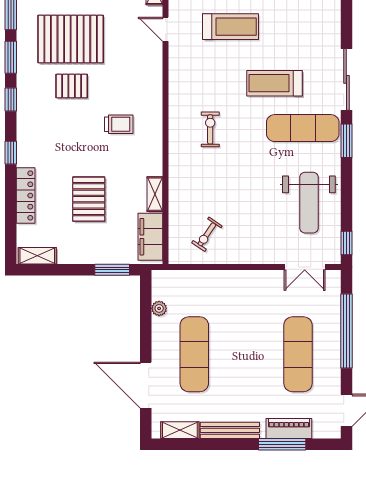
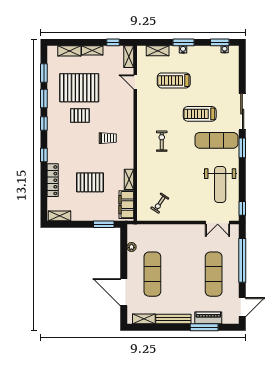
treadmill: (230, 27) -> (174, 80), turned 180
pallet: (89, 199) -> (90, 182), turned 90

